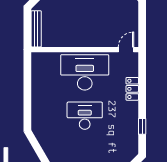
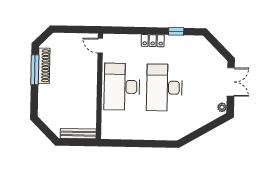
locker: (132, 89) -> (153, 41), moved
desk: (85, 116) -> (164, 88), width x1.36, depth x1.30

